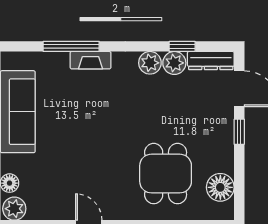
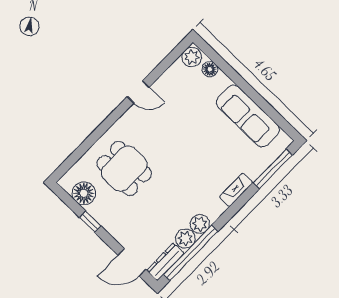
window: (71, 46) -> (273, 169), moved
window: (182, 46) -> (191, 253), width x3.17
window: (239, 132) -> (90, 222), moved

